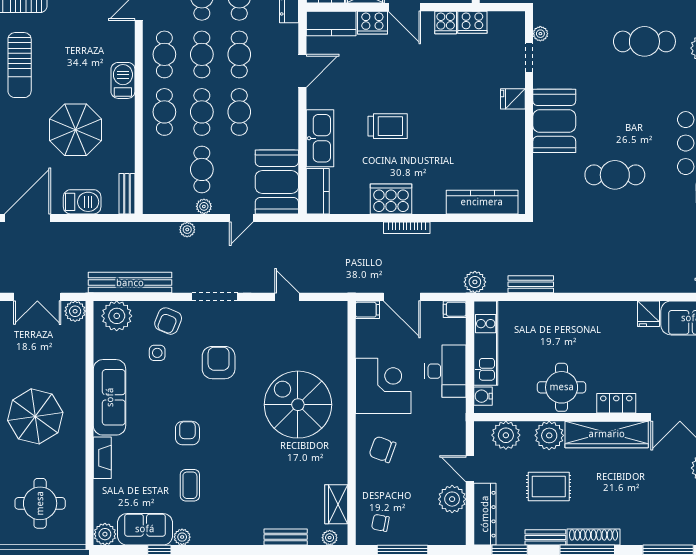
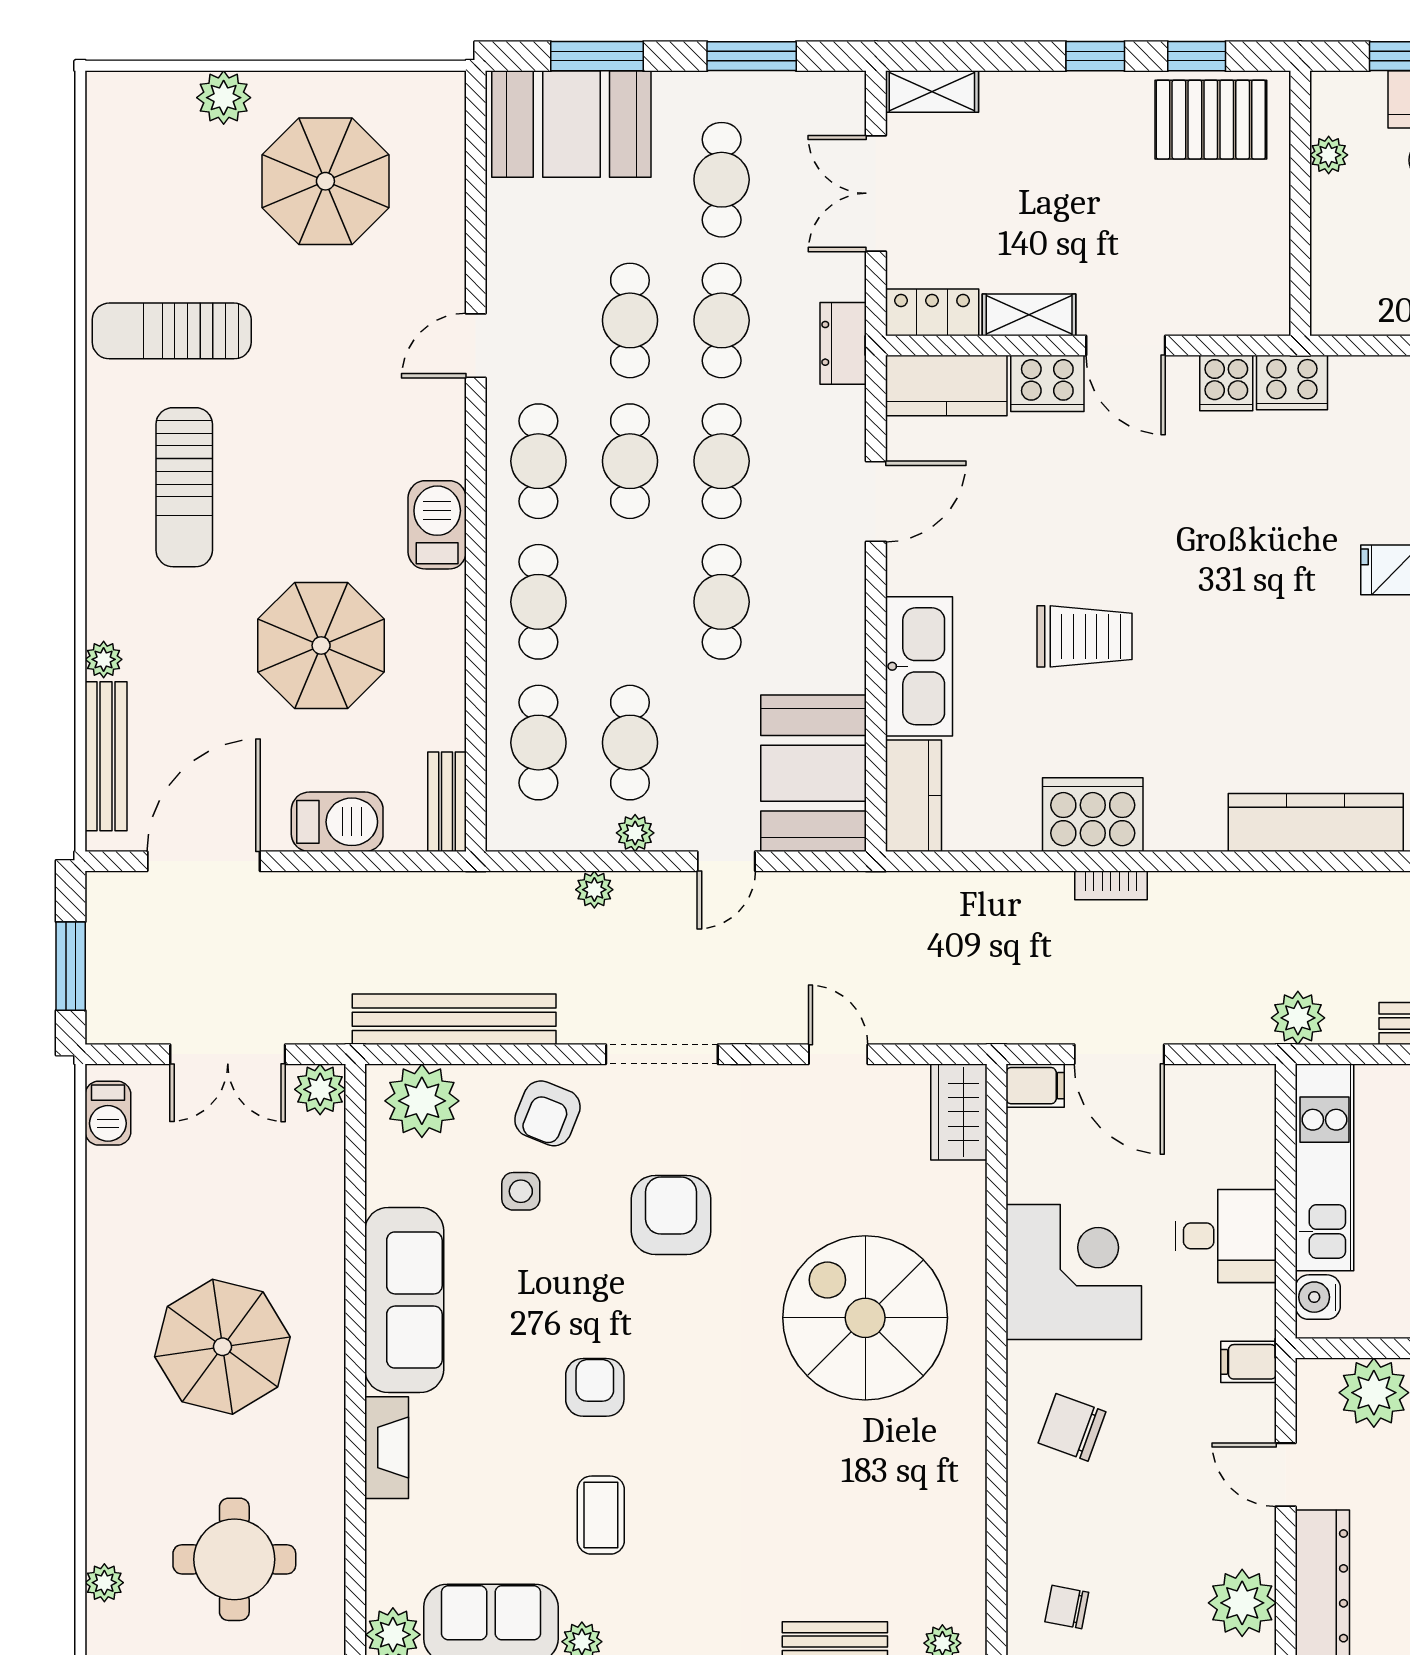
cafe table: (202, 112) -> (538, 743), moved
bookcase: (407, 228) -> (1111, 885), width x0.64
filing cabinet: (455, 309) -> (1248, 1362), moved
desk: (445, 371) -> (1226, 1236), width x0.73
plant: (452, 499) -> (1242, 1603), moved
wardrobe: (336, 504) -> (959, 1112), moved

